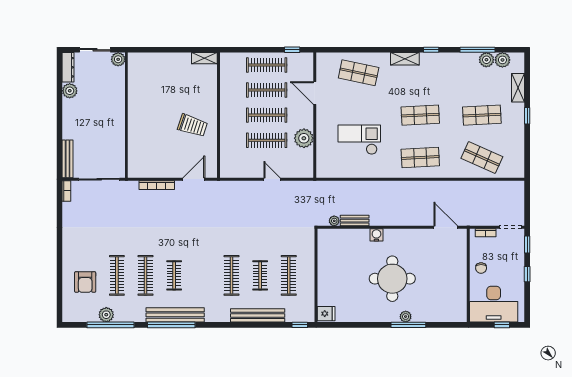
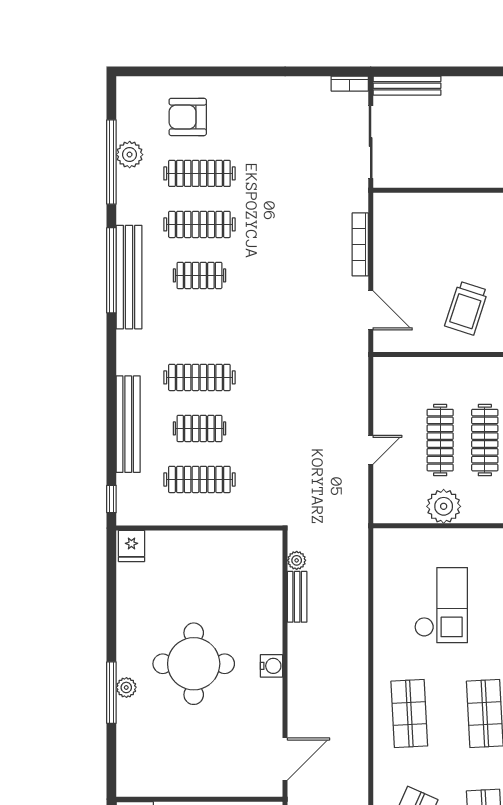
water cooler: (376, 235) -> (271, 666), moved

